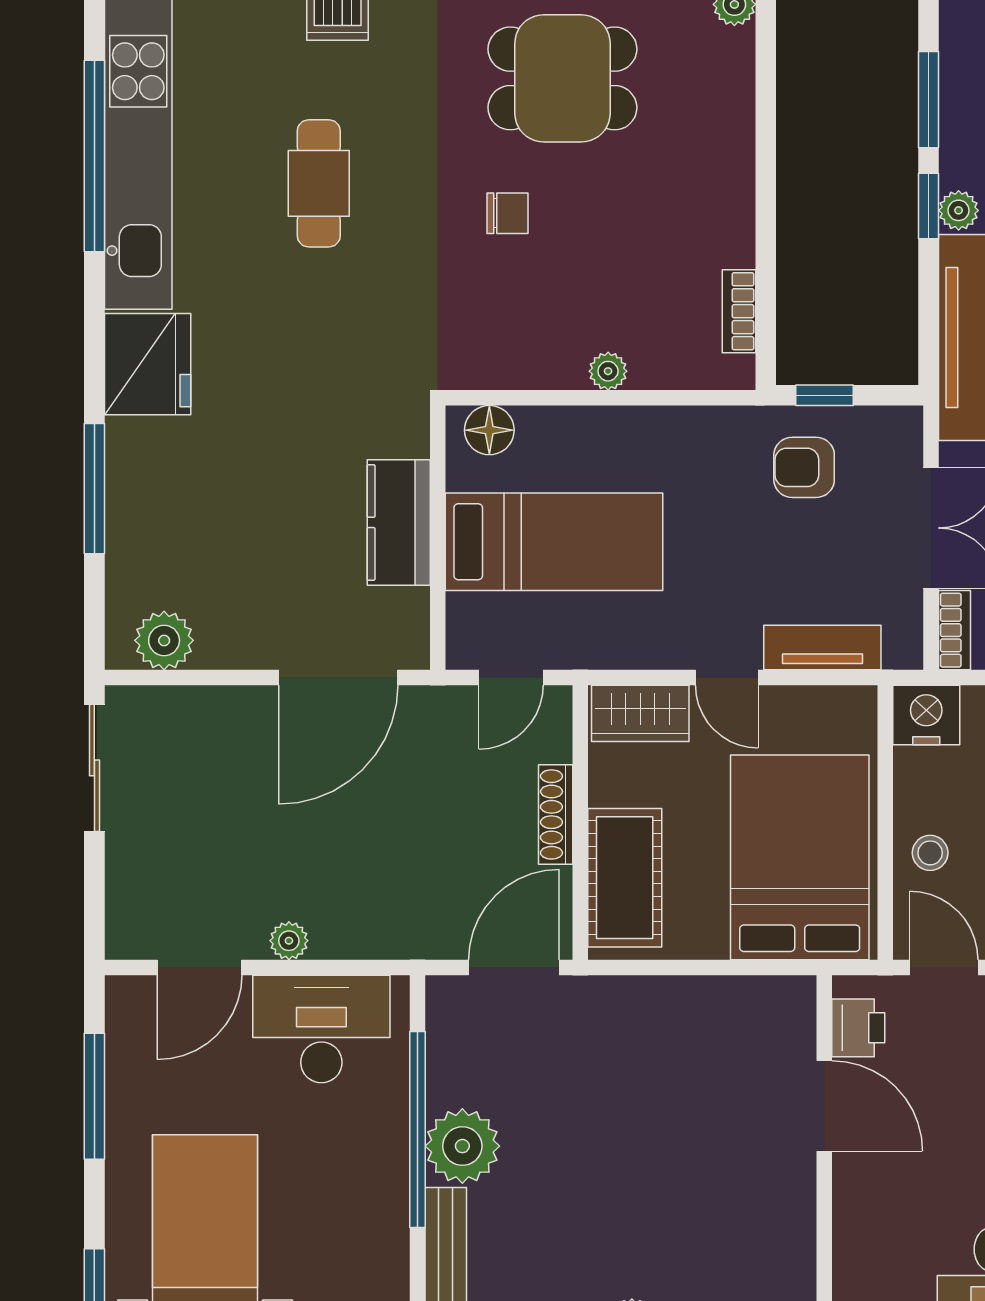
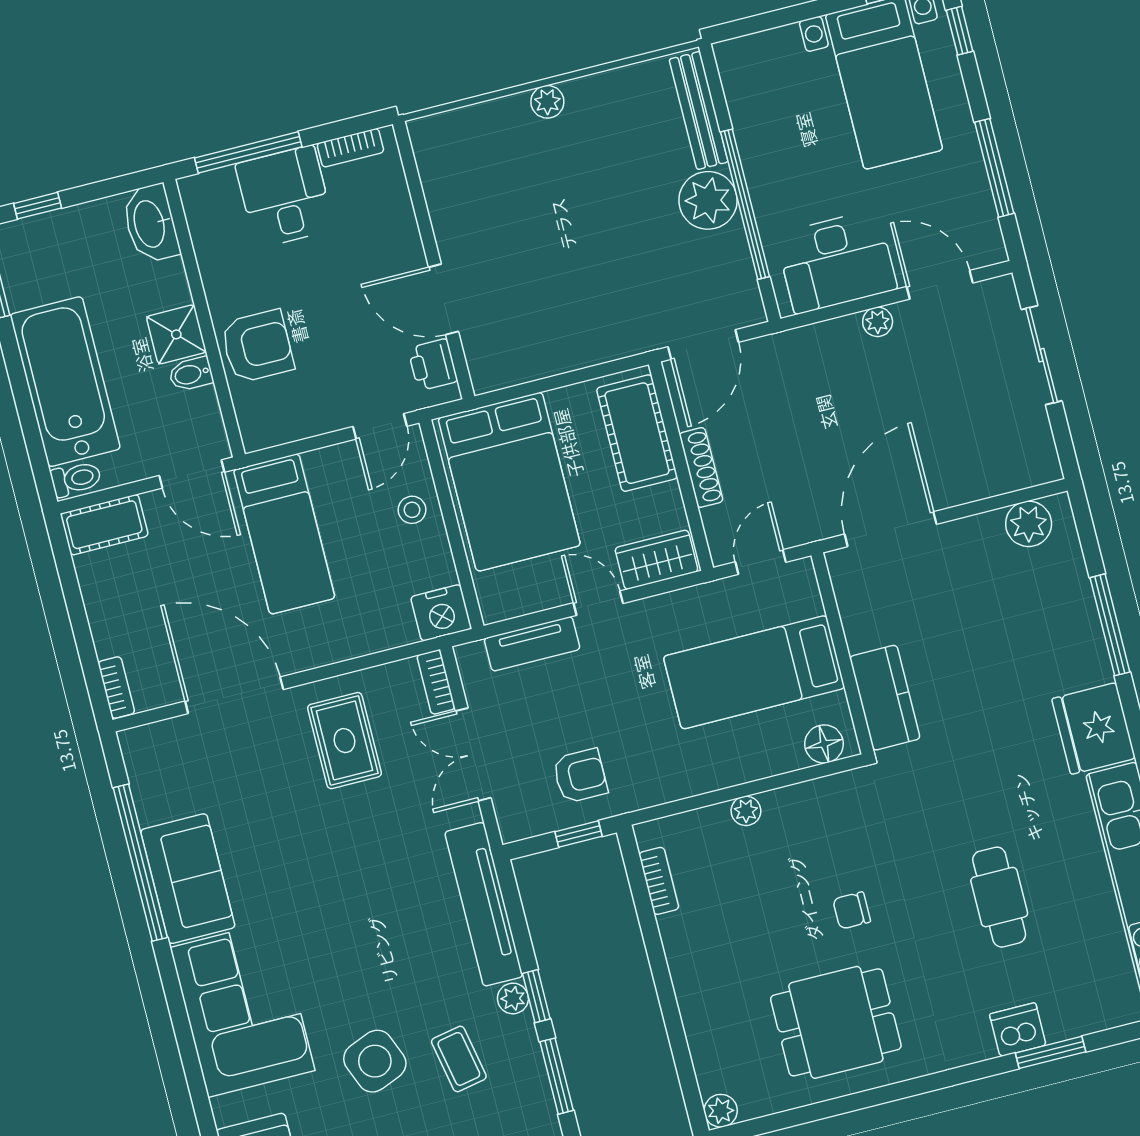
kitchen counter: (399, 522) -> (885, 698), moved
sliding door: (94, 768) -> (1042, 355), moved
door: (199, 967) -> (940, 285), hinge flipped
door: (944, 967) -> (380, 426), hinge flipped

